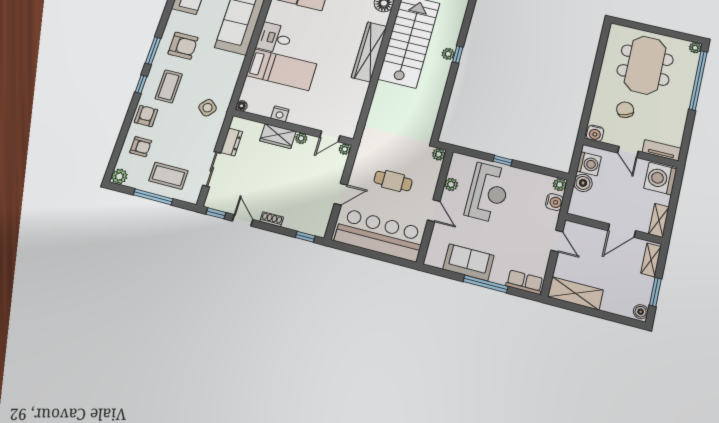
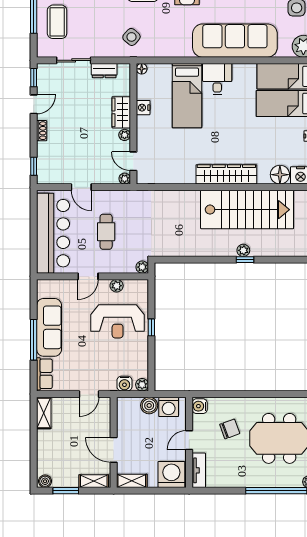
sofa: (468, 262) -> (49, 327), width x1.36
shelving: (575, 293) -> (44, 413), width x0.67, depth x0.75

